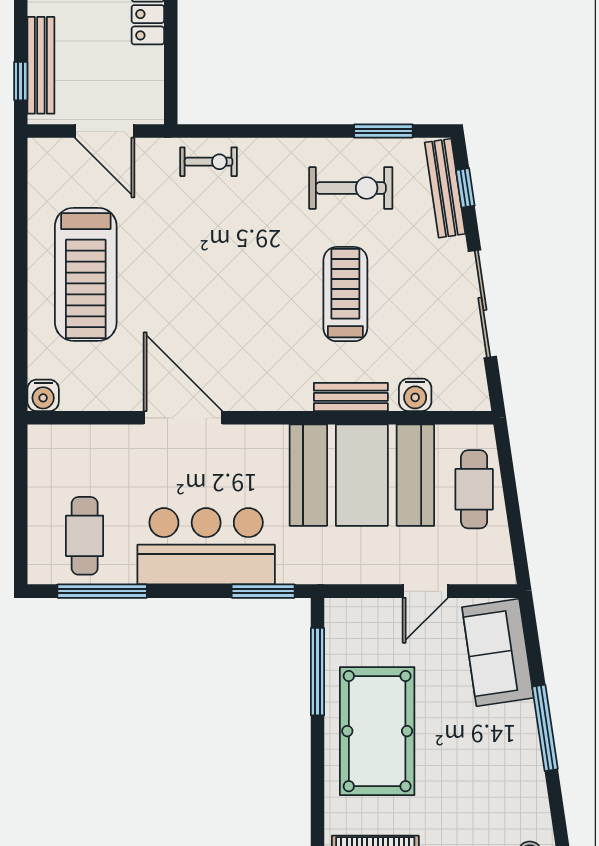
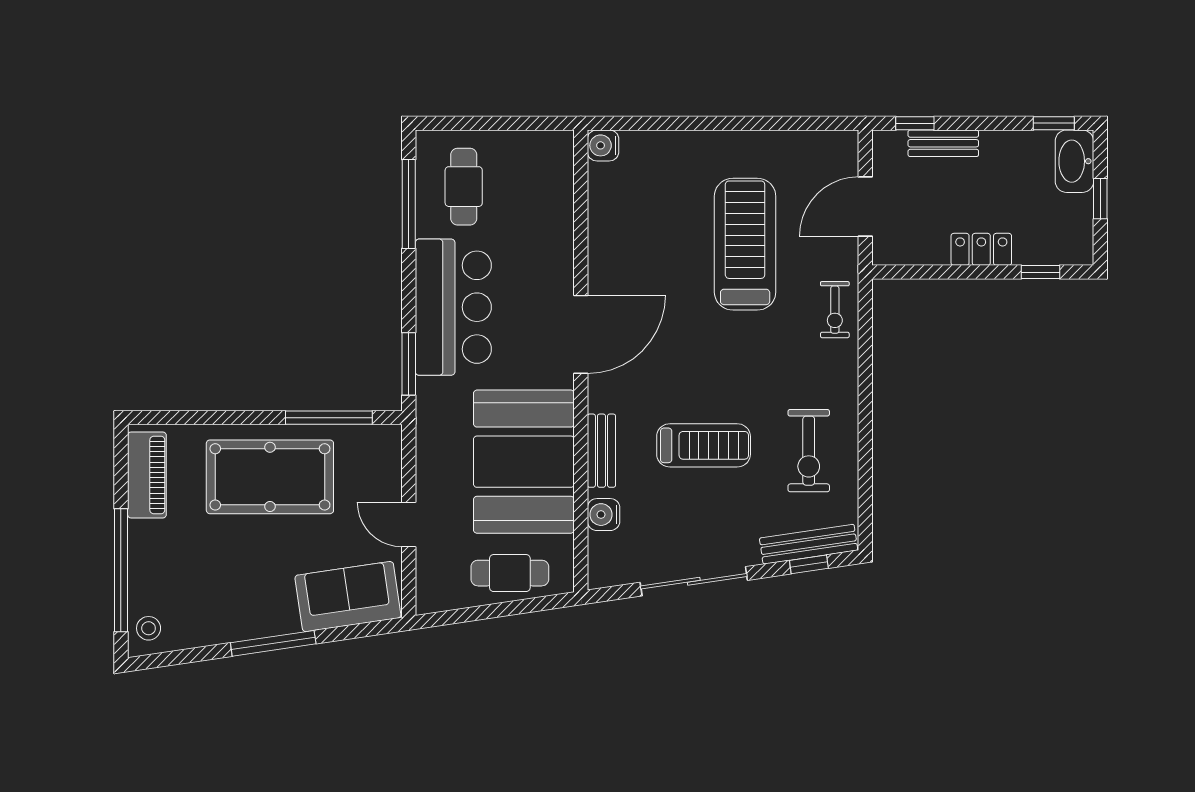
bench: (41, 65) -> (943, 143), width x0.73
window: (383, 131) -> (865, 483), removed
treadmill: (86, 274) -> (745, 244), moved, turned 90
door: (183, 418) -> (581, 334), moved
cafe table: (85, 536) -> (464, 187), turned 90

